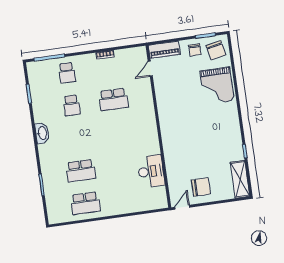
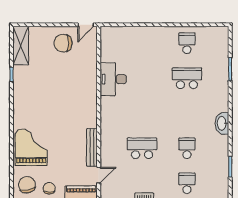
bench: (160, 94) -> (92, 147), added
desk: (151, 171) -> (113, 79), moved
school desk: (85, 203) -> (187, 43), width x0.54

